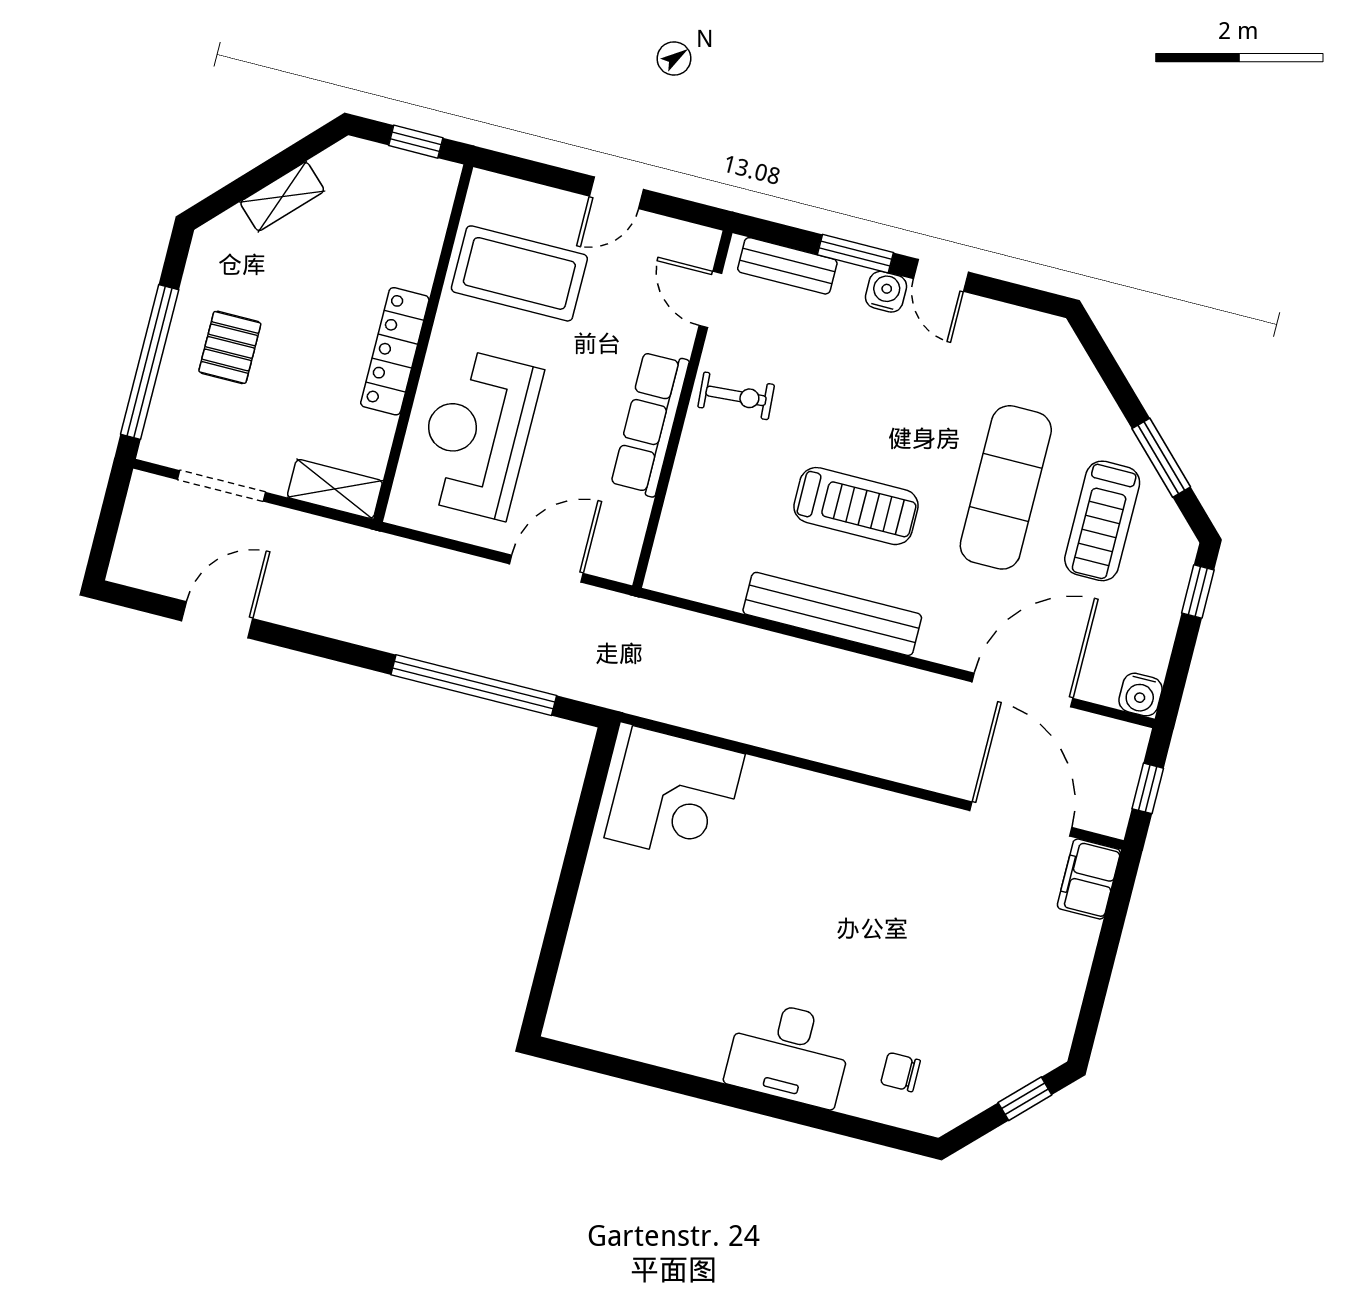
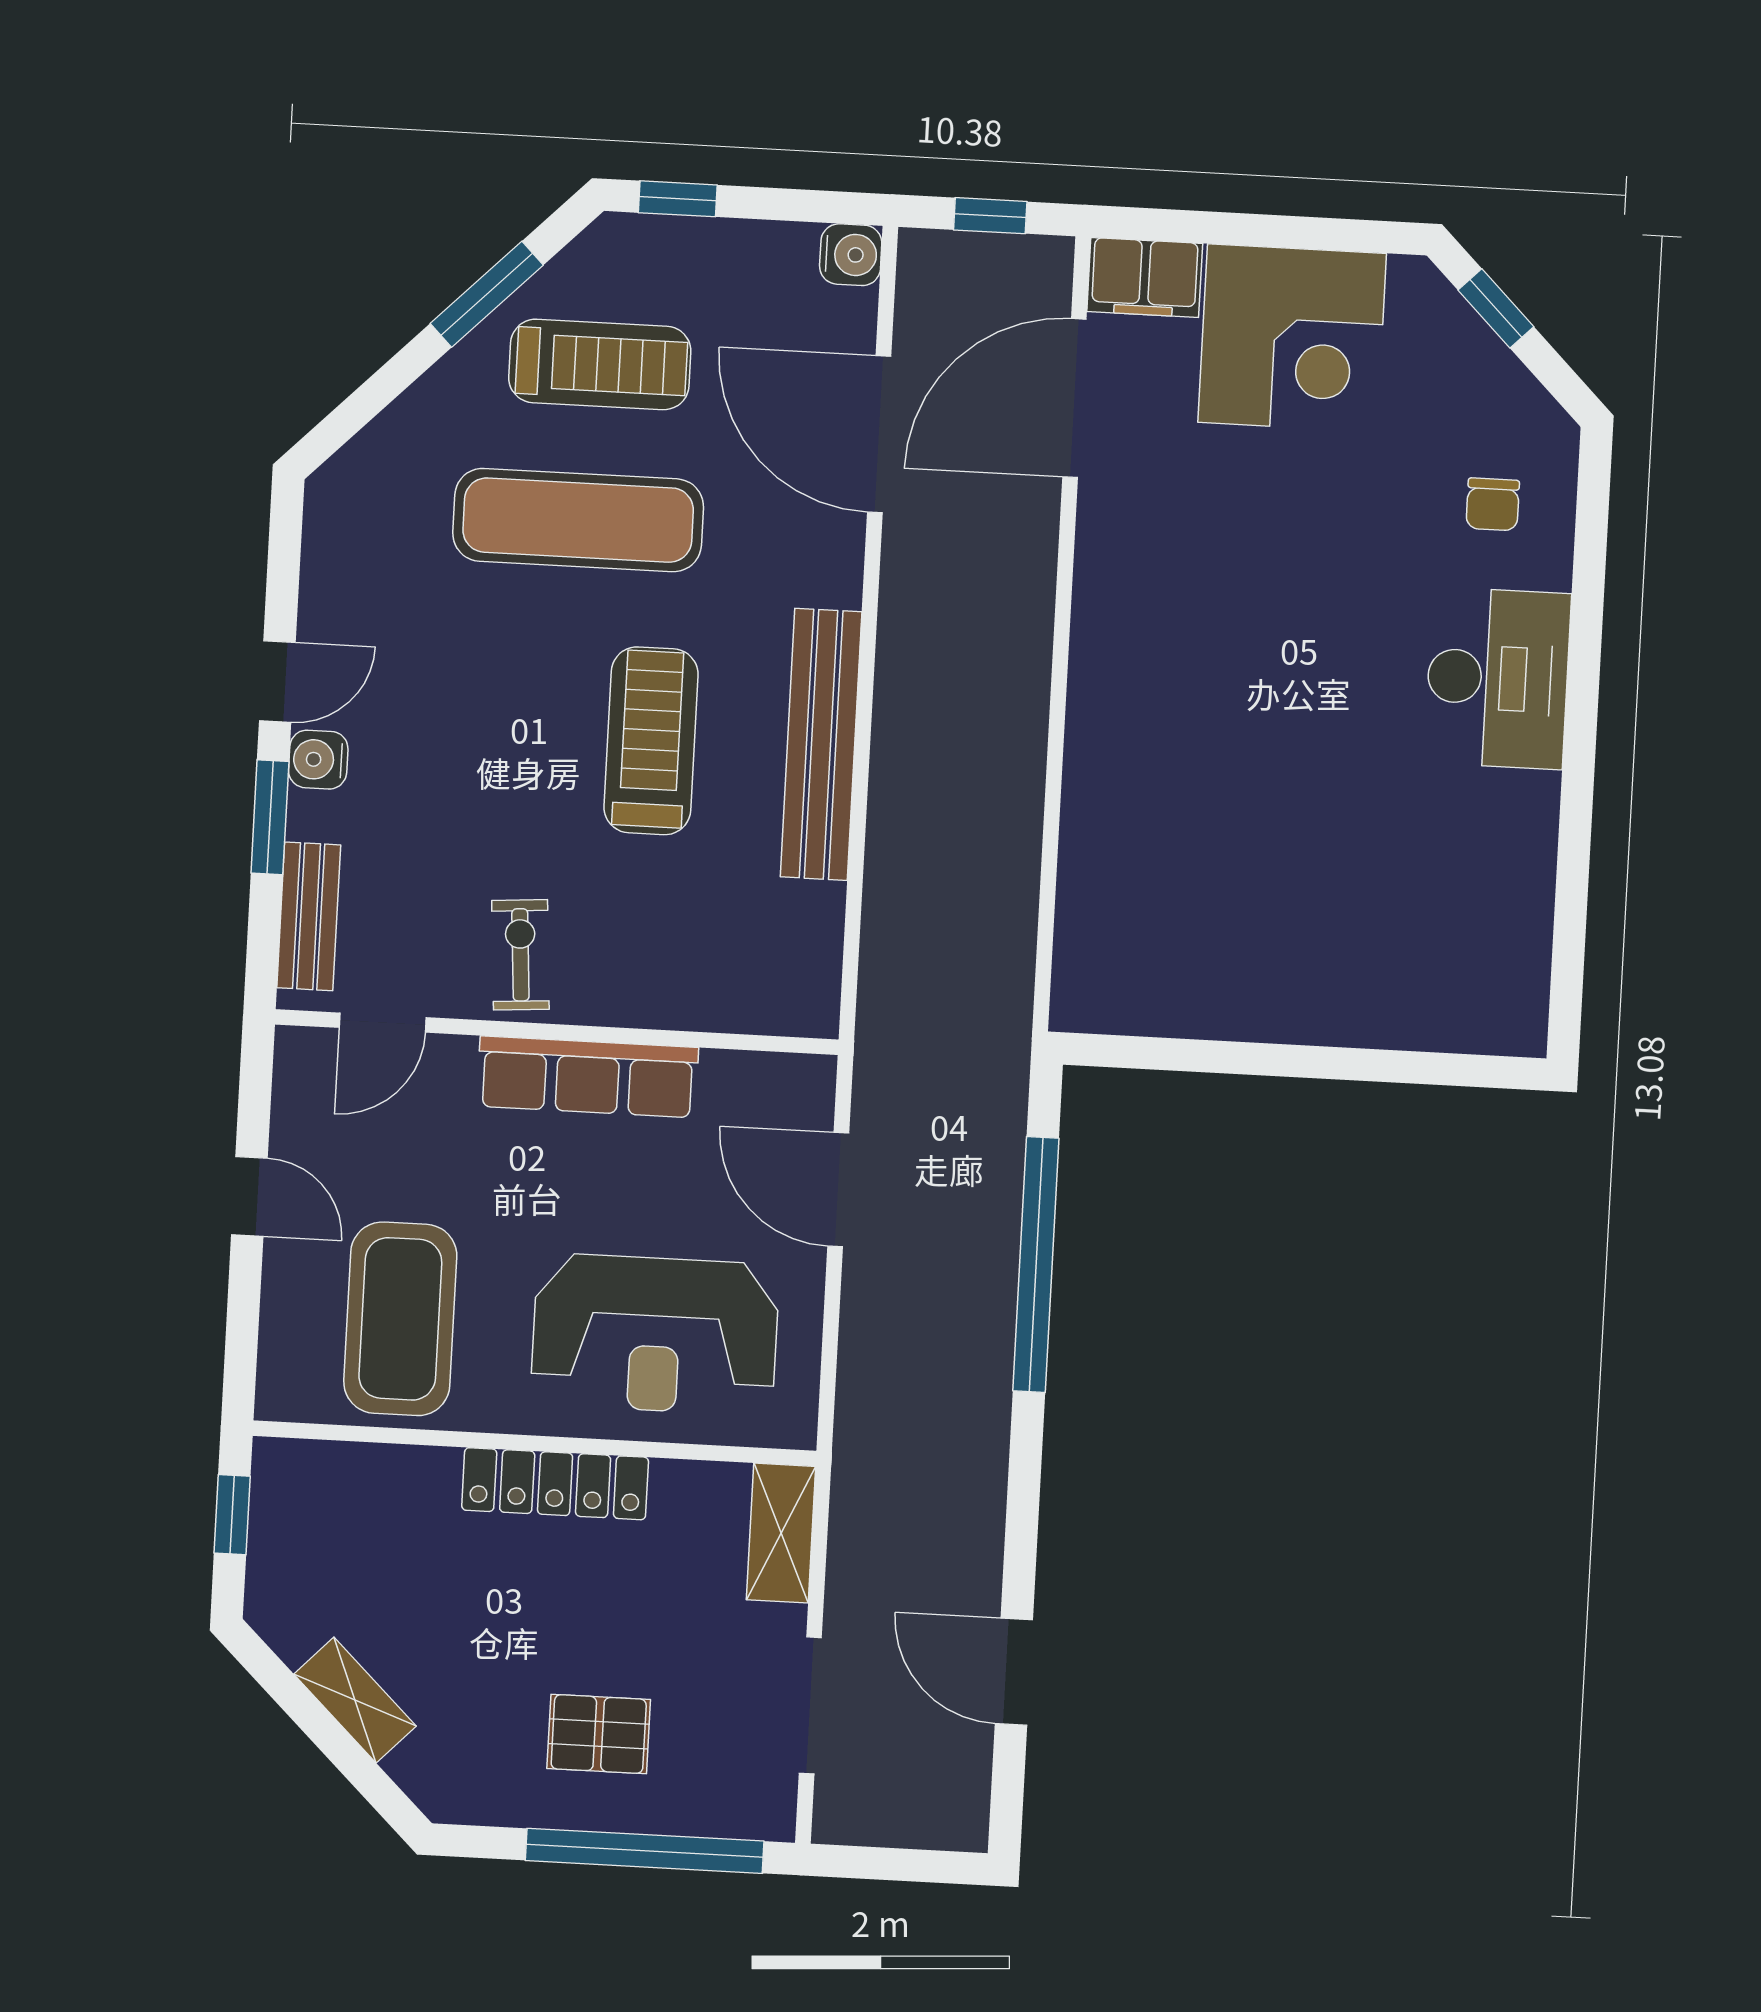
corner desk: (675, 796) -> (1292, 338), moved, turned 90

